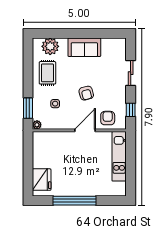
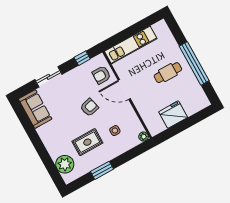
sofa: (84, 47) -> (35, 109), moved
rug: (47, 73) -> (87, 142), moved
window: (28, 108) -> (102, 170), moved
cafe table: (79, 175) -> (168, 73), added
fridge: (42, 180) -> (173, 115), moved

